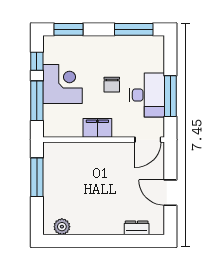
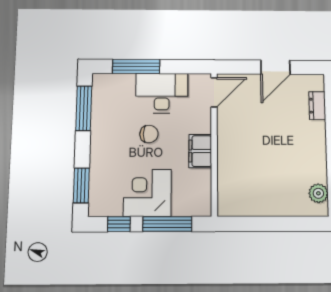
window: (170, 96) -> (136, 66), moved
door: (148, 140) -> (214, 92), hinge flipped
window: (37, 177) -> (260, 224), removed

